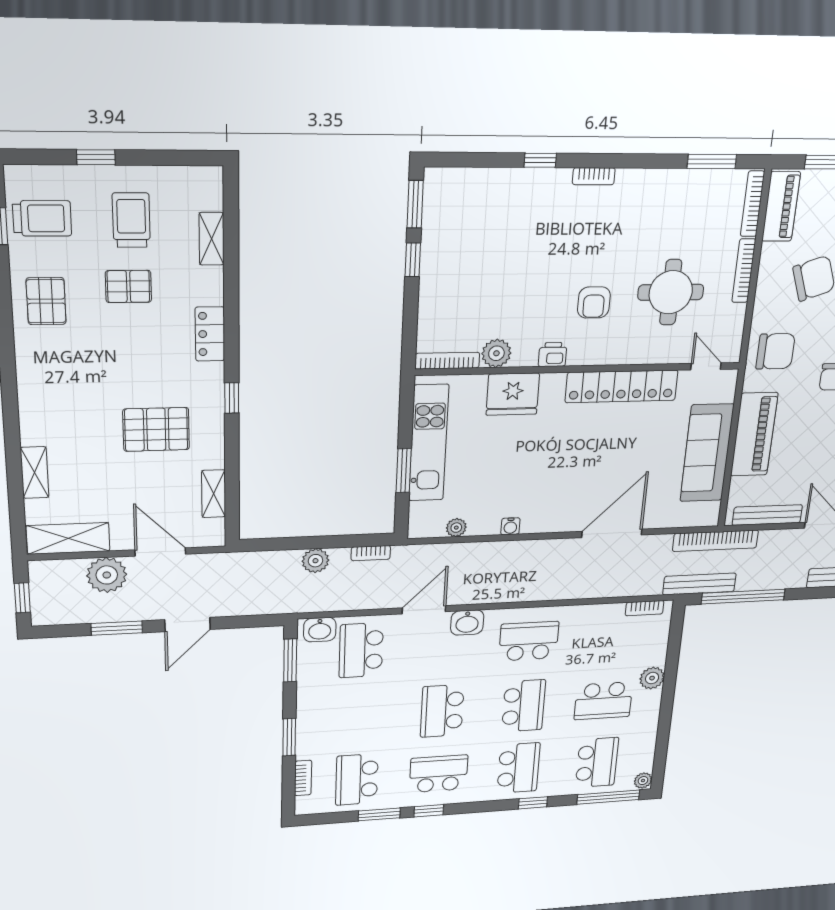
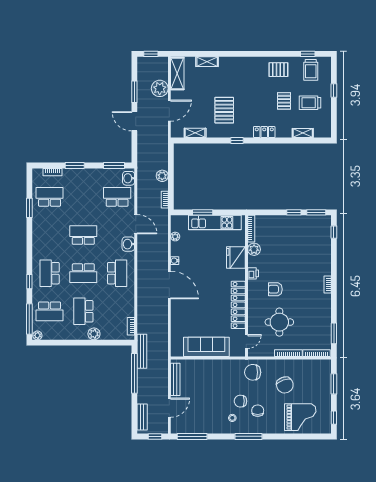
window: (540, 160) -> (334, 232), moved
piano: (781, 207) -> (315, 366), removed
trolley: (131, 220) -> (310, 103), turned 180
chair: (776, 351) -> (253, 372), turned 90
piano: (754, 434) -> (214, 368), removed
door: (612, 533) -> (169, 285), moved
bookcase: (715, 541) -> (163, 356), removed
school desk: (519, 768) -> (50, 273), turned 90
school desk: (439, 774) -> (50, 235), removed
window: (429, 811) -> (29, 231), removed

